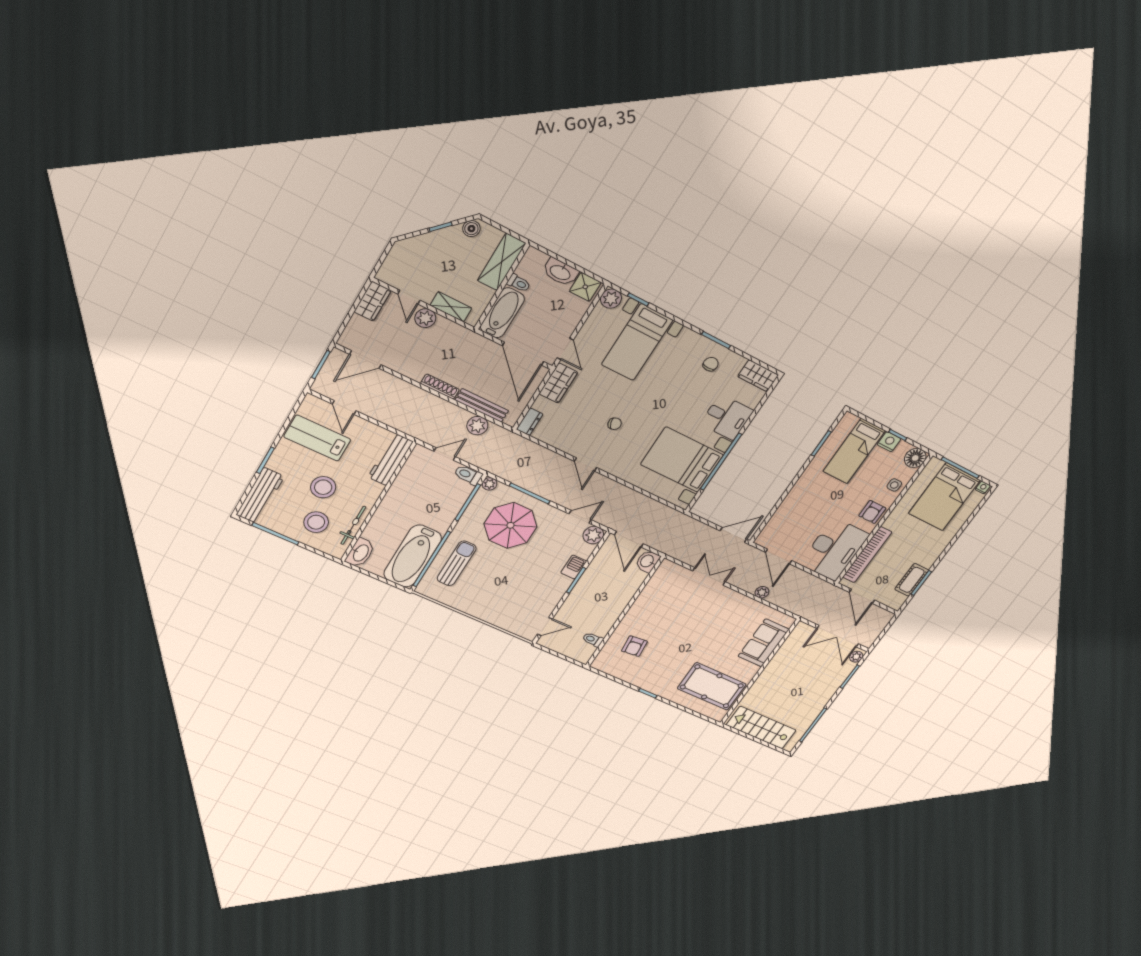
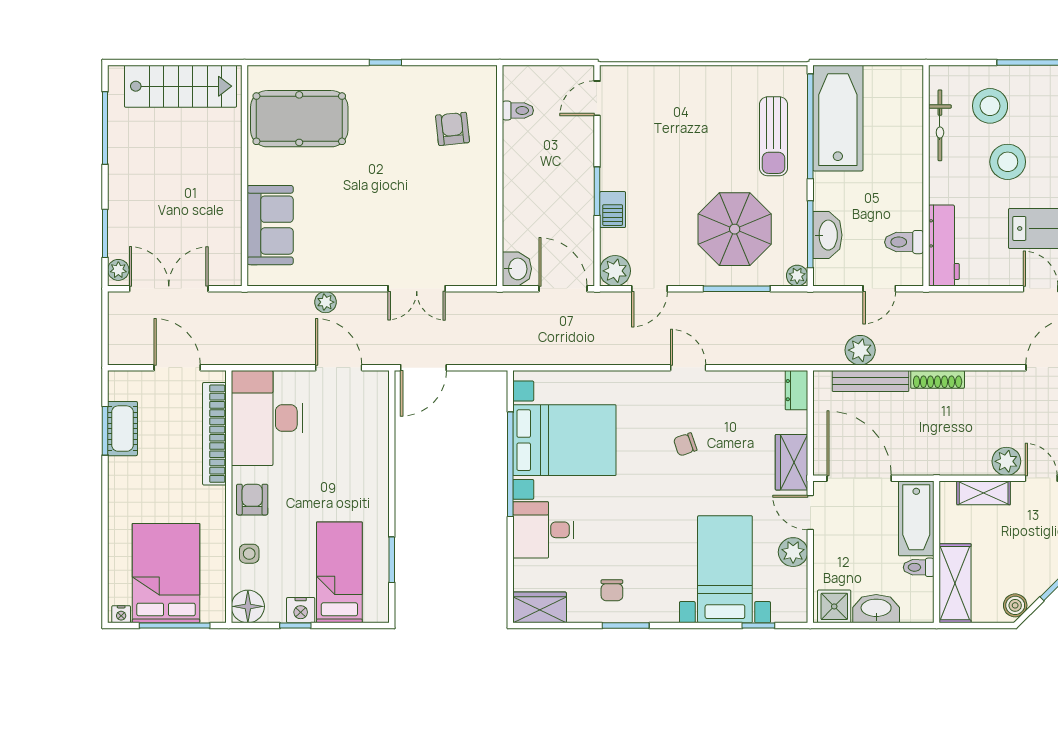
plant: (611, 299) -> (793, 552), moved
toilet: (468, 475) -> (904, 242), moved, turned 180
washbasin: (360, 553) -> (827, 235), moved, turned 180

